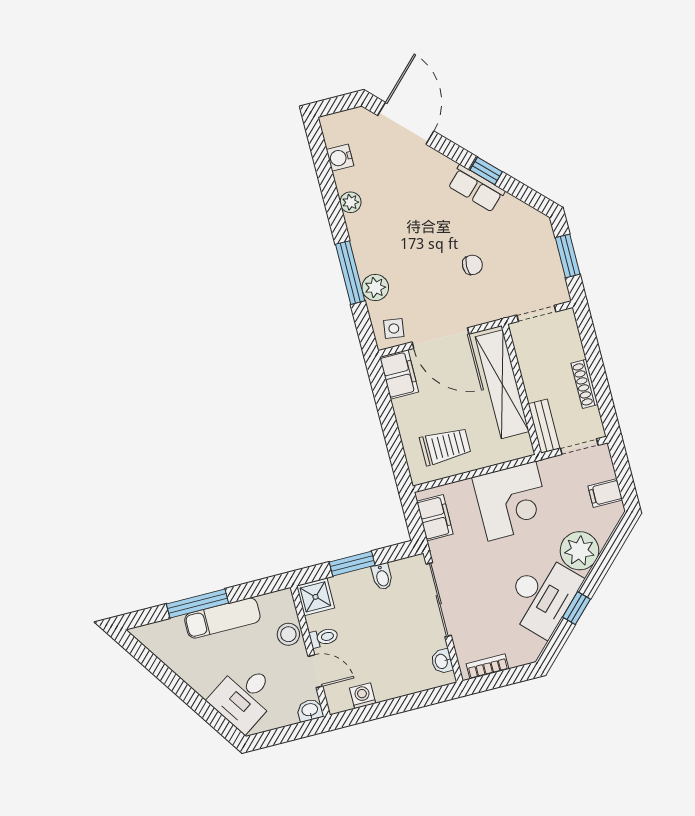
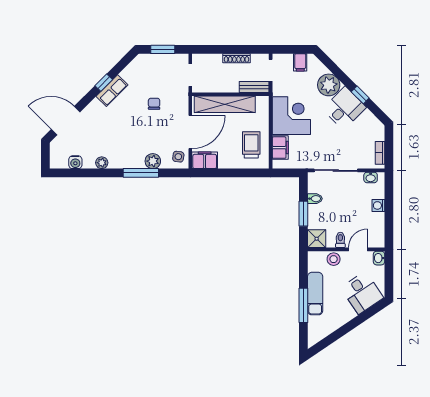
filing cabinet: (435, 518) -> (280, 148), moved, turned 90
desk: (542, 595) -> (344, 108), width x0.73
washing machine: (363, 696) -> (378, 205), moved

